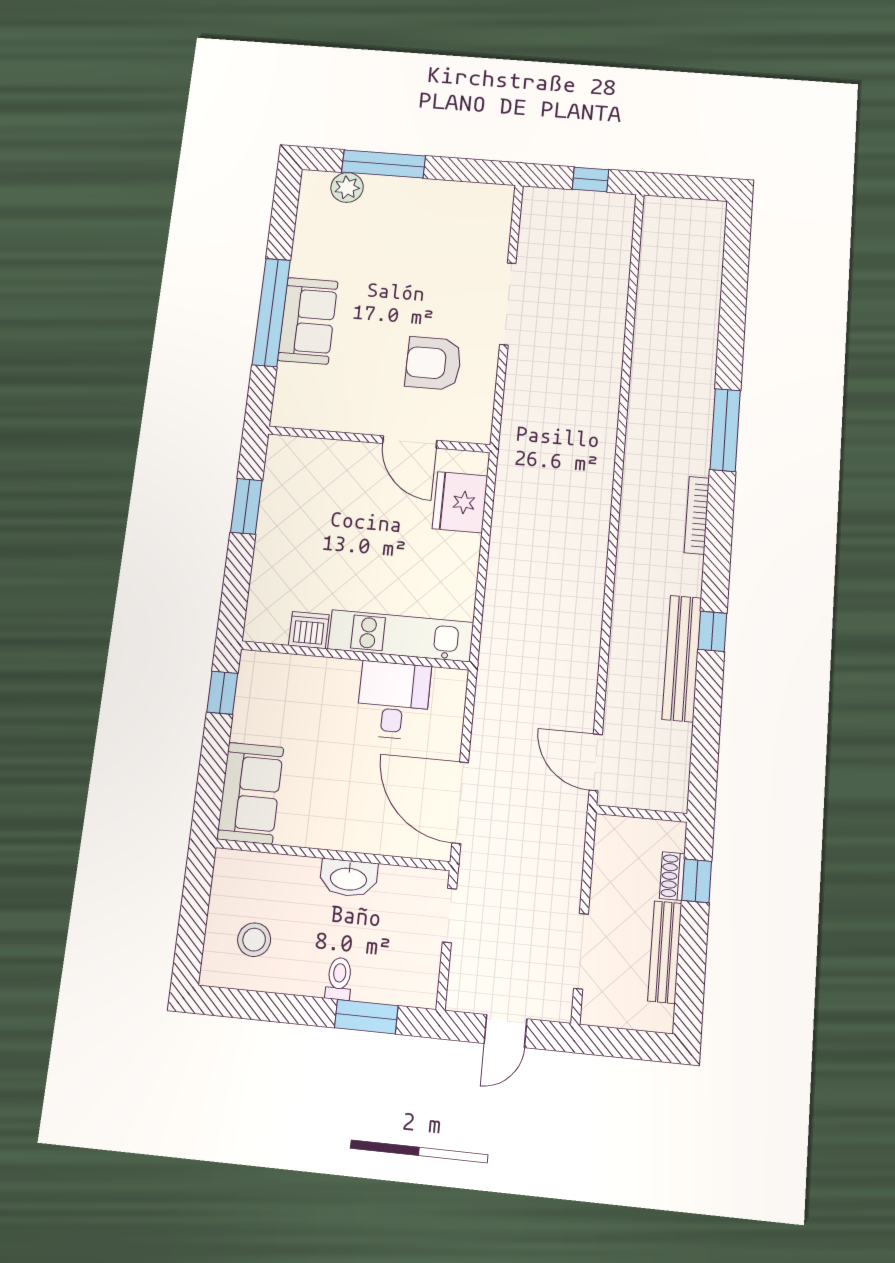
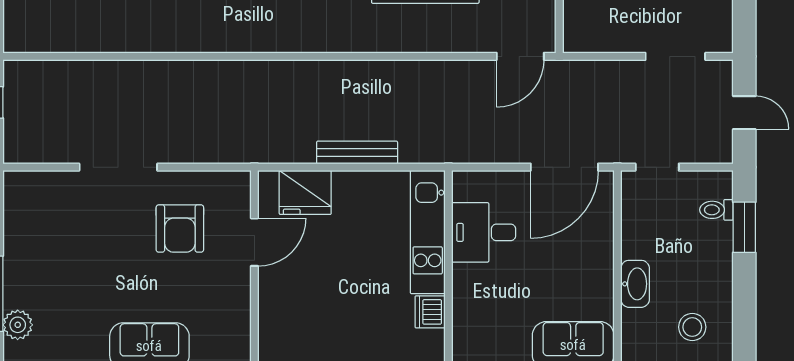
bench: (500, 564) -> (357, 152), added
washbasin: (349, 878) -> (635, 284), moved
toilet: (339, 979) -> (716, 210), moved

